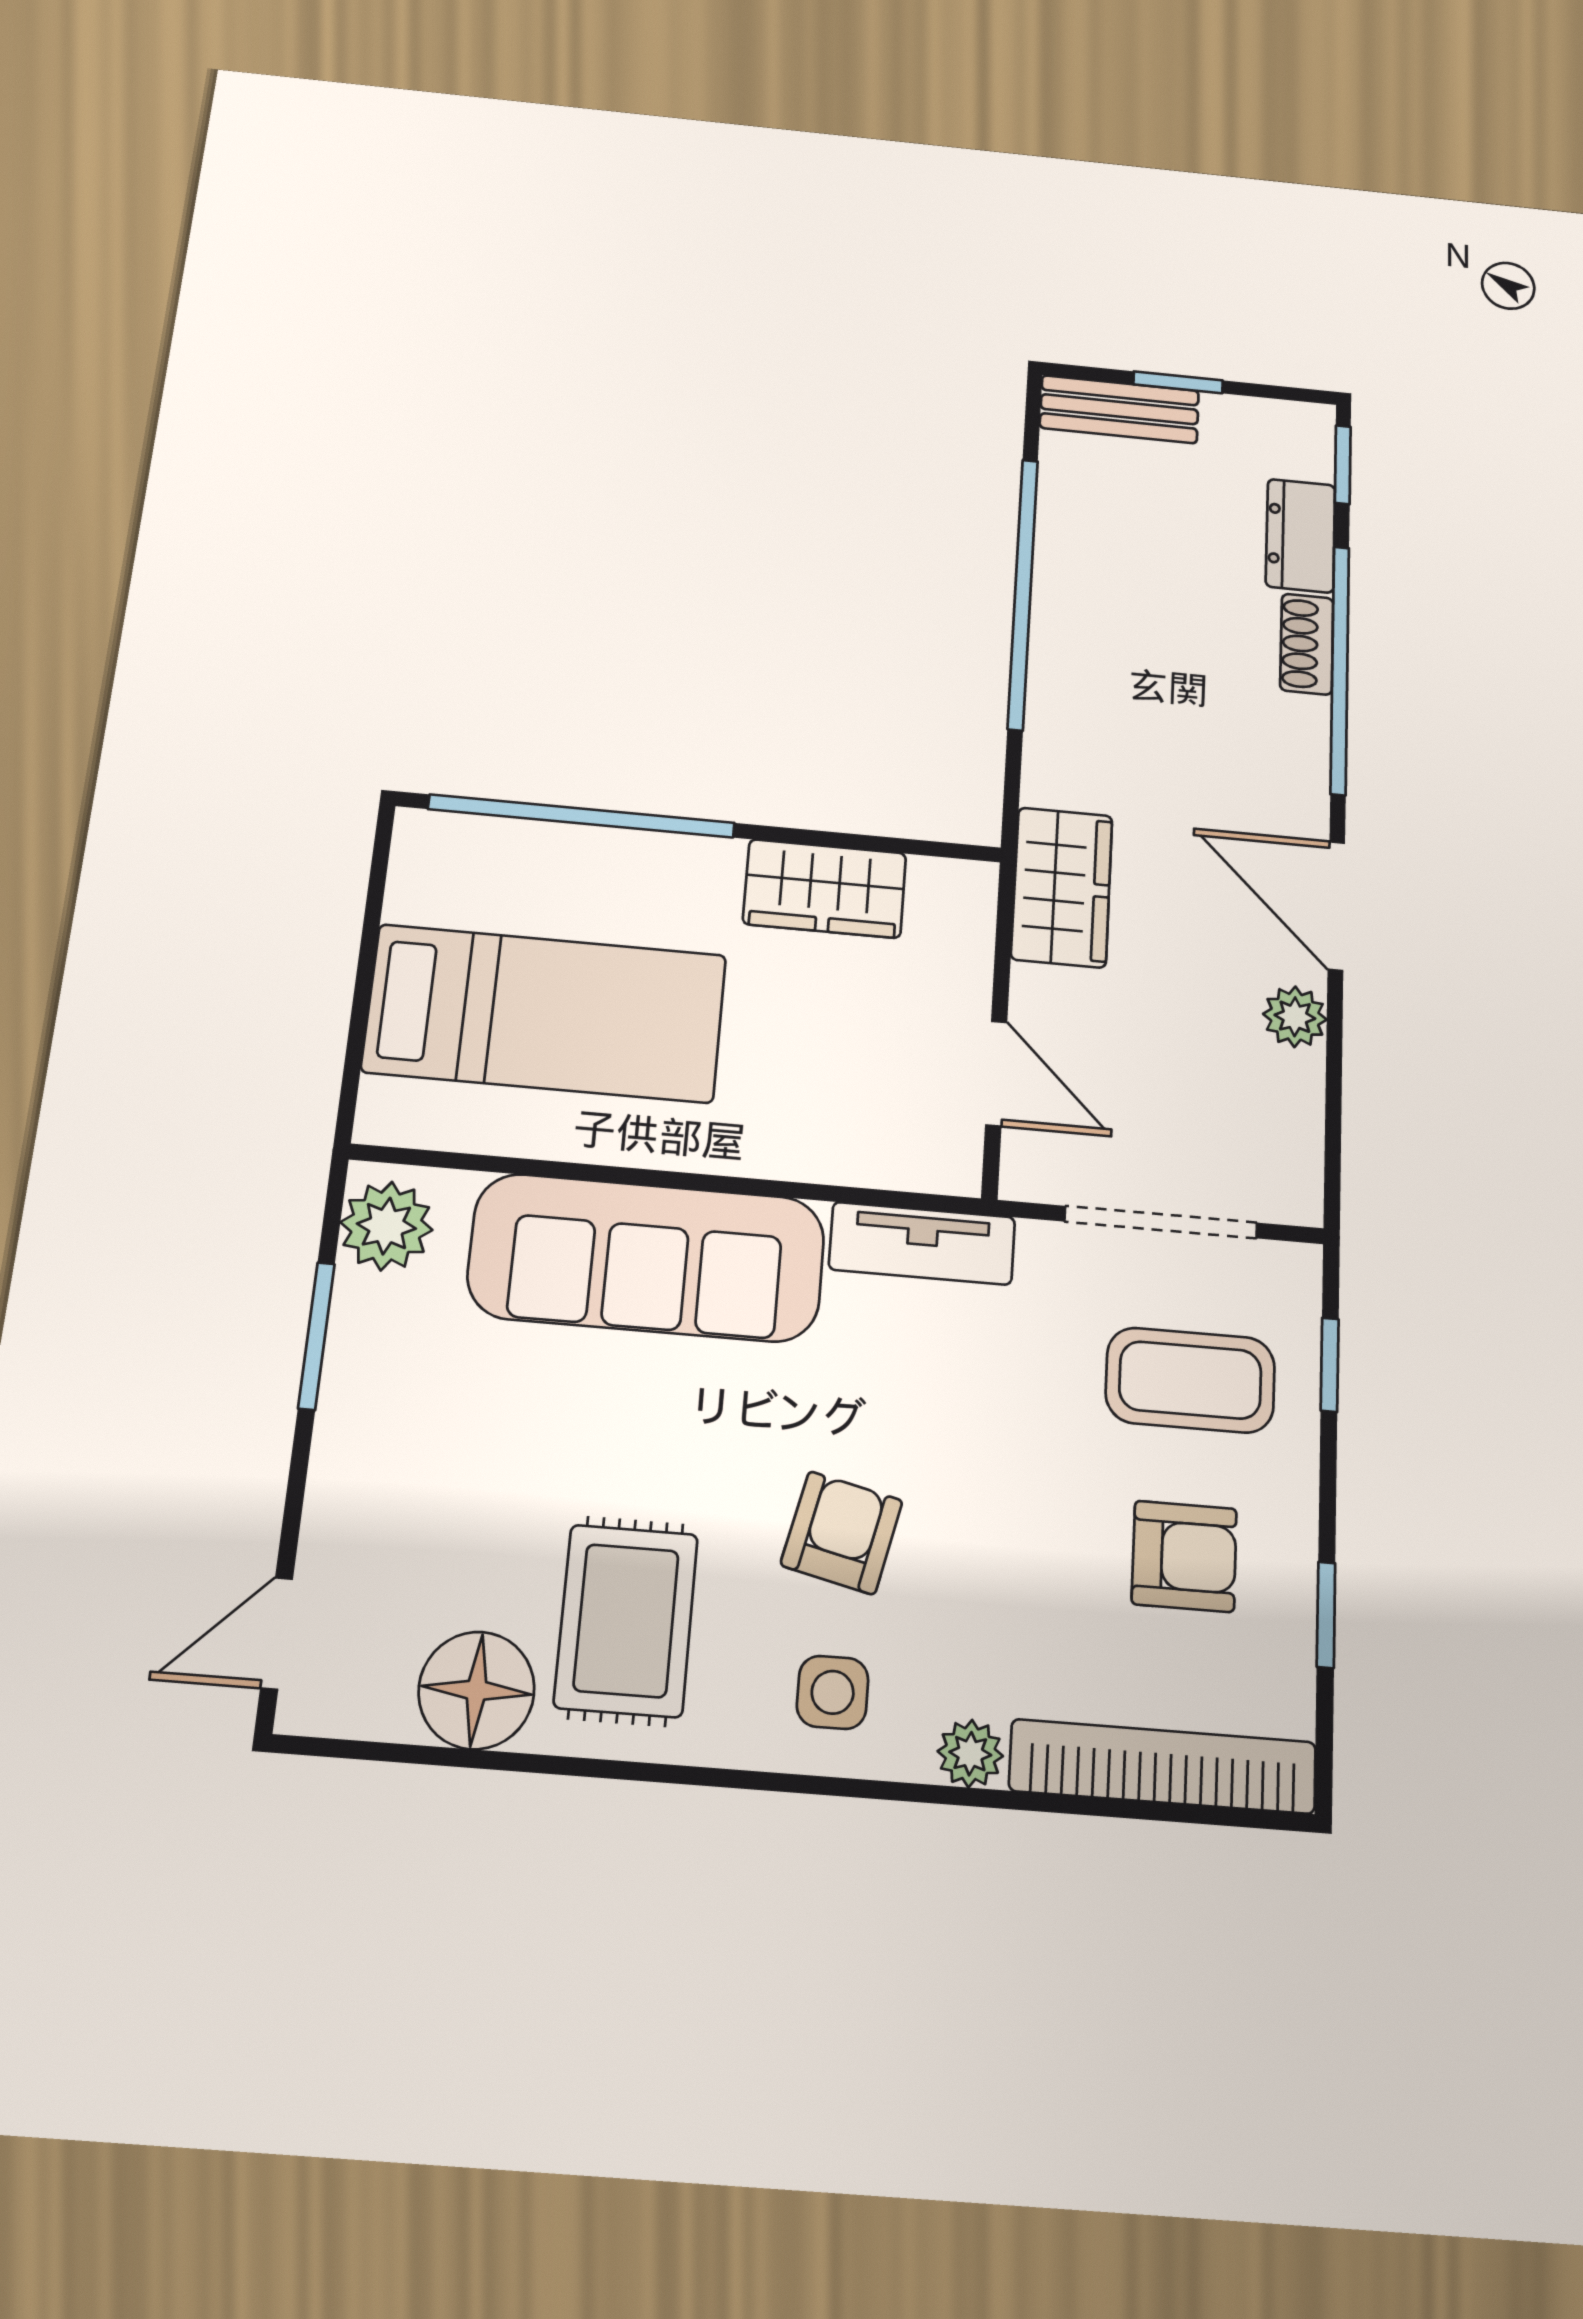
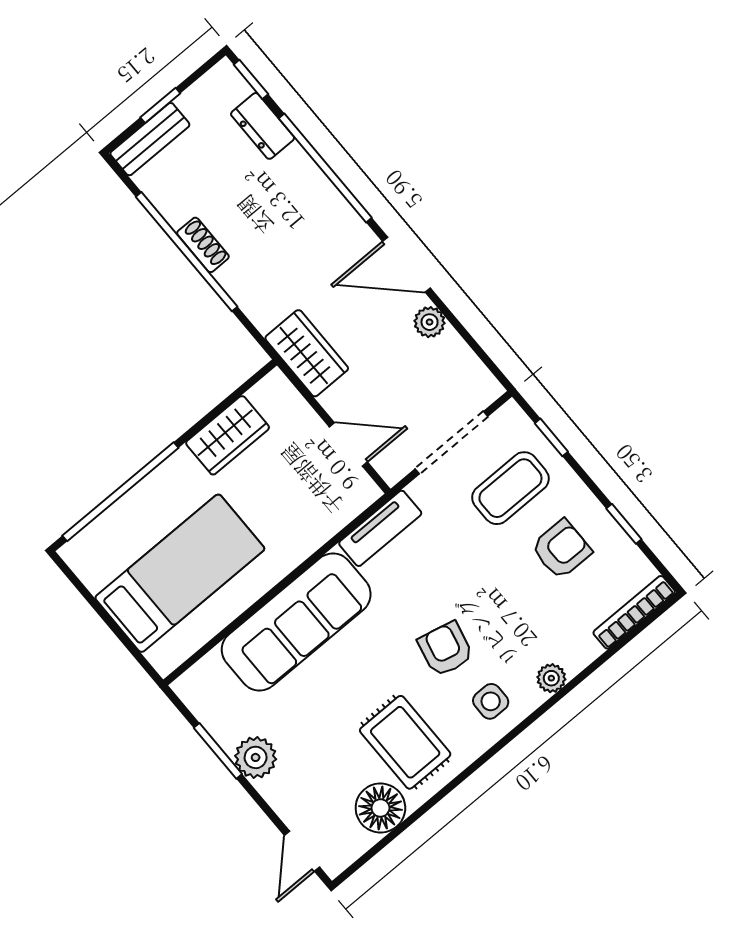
shoe rack: (1307, 644) -> (203, 245), moved, turned 180
plant: (386, 1226) -> (256, 757), moved
bookcase: (1163, 1766) -> (634, 612), width x0.68, depth x0.76

